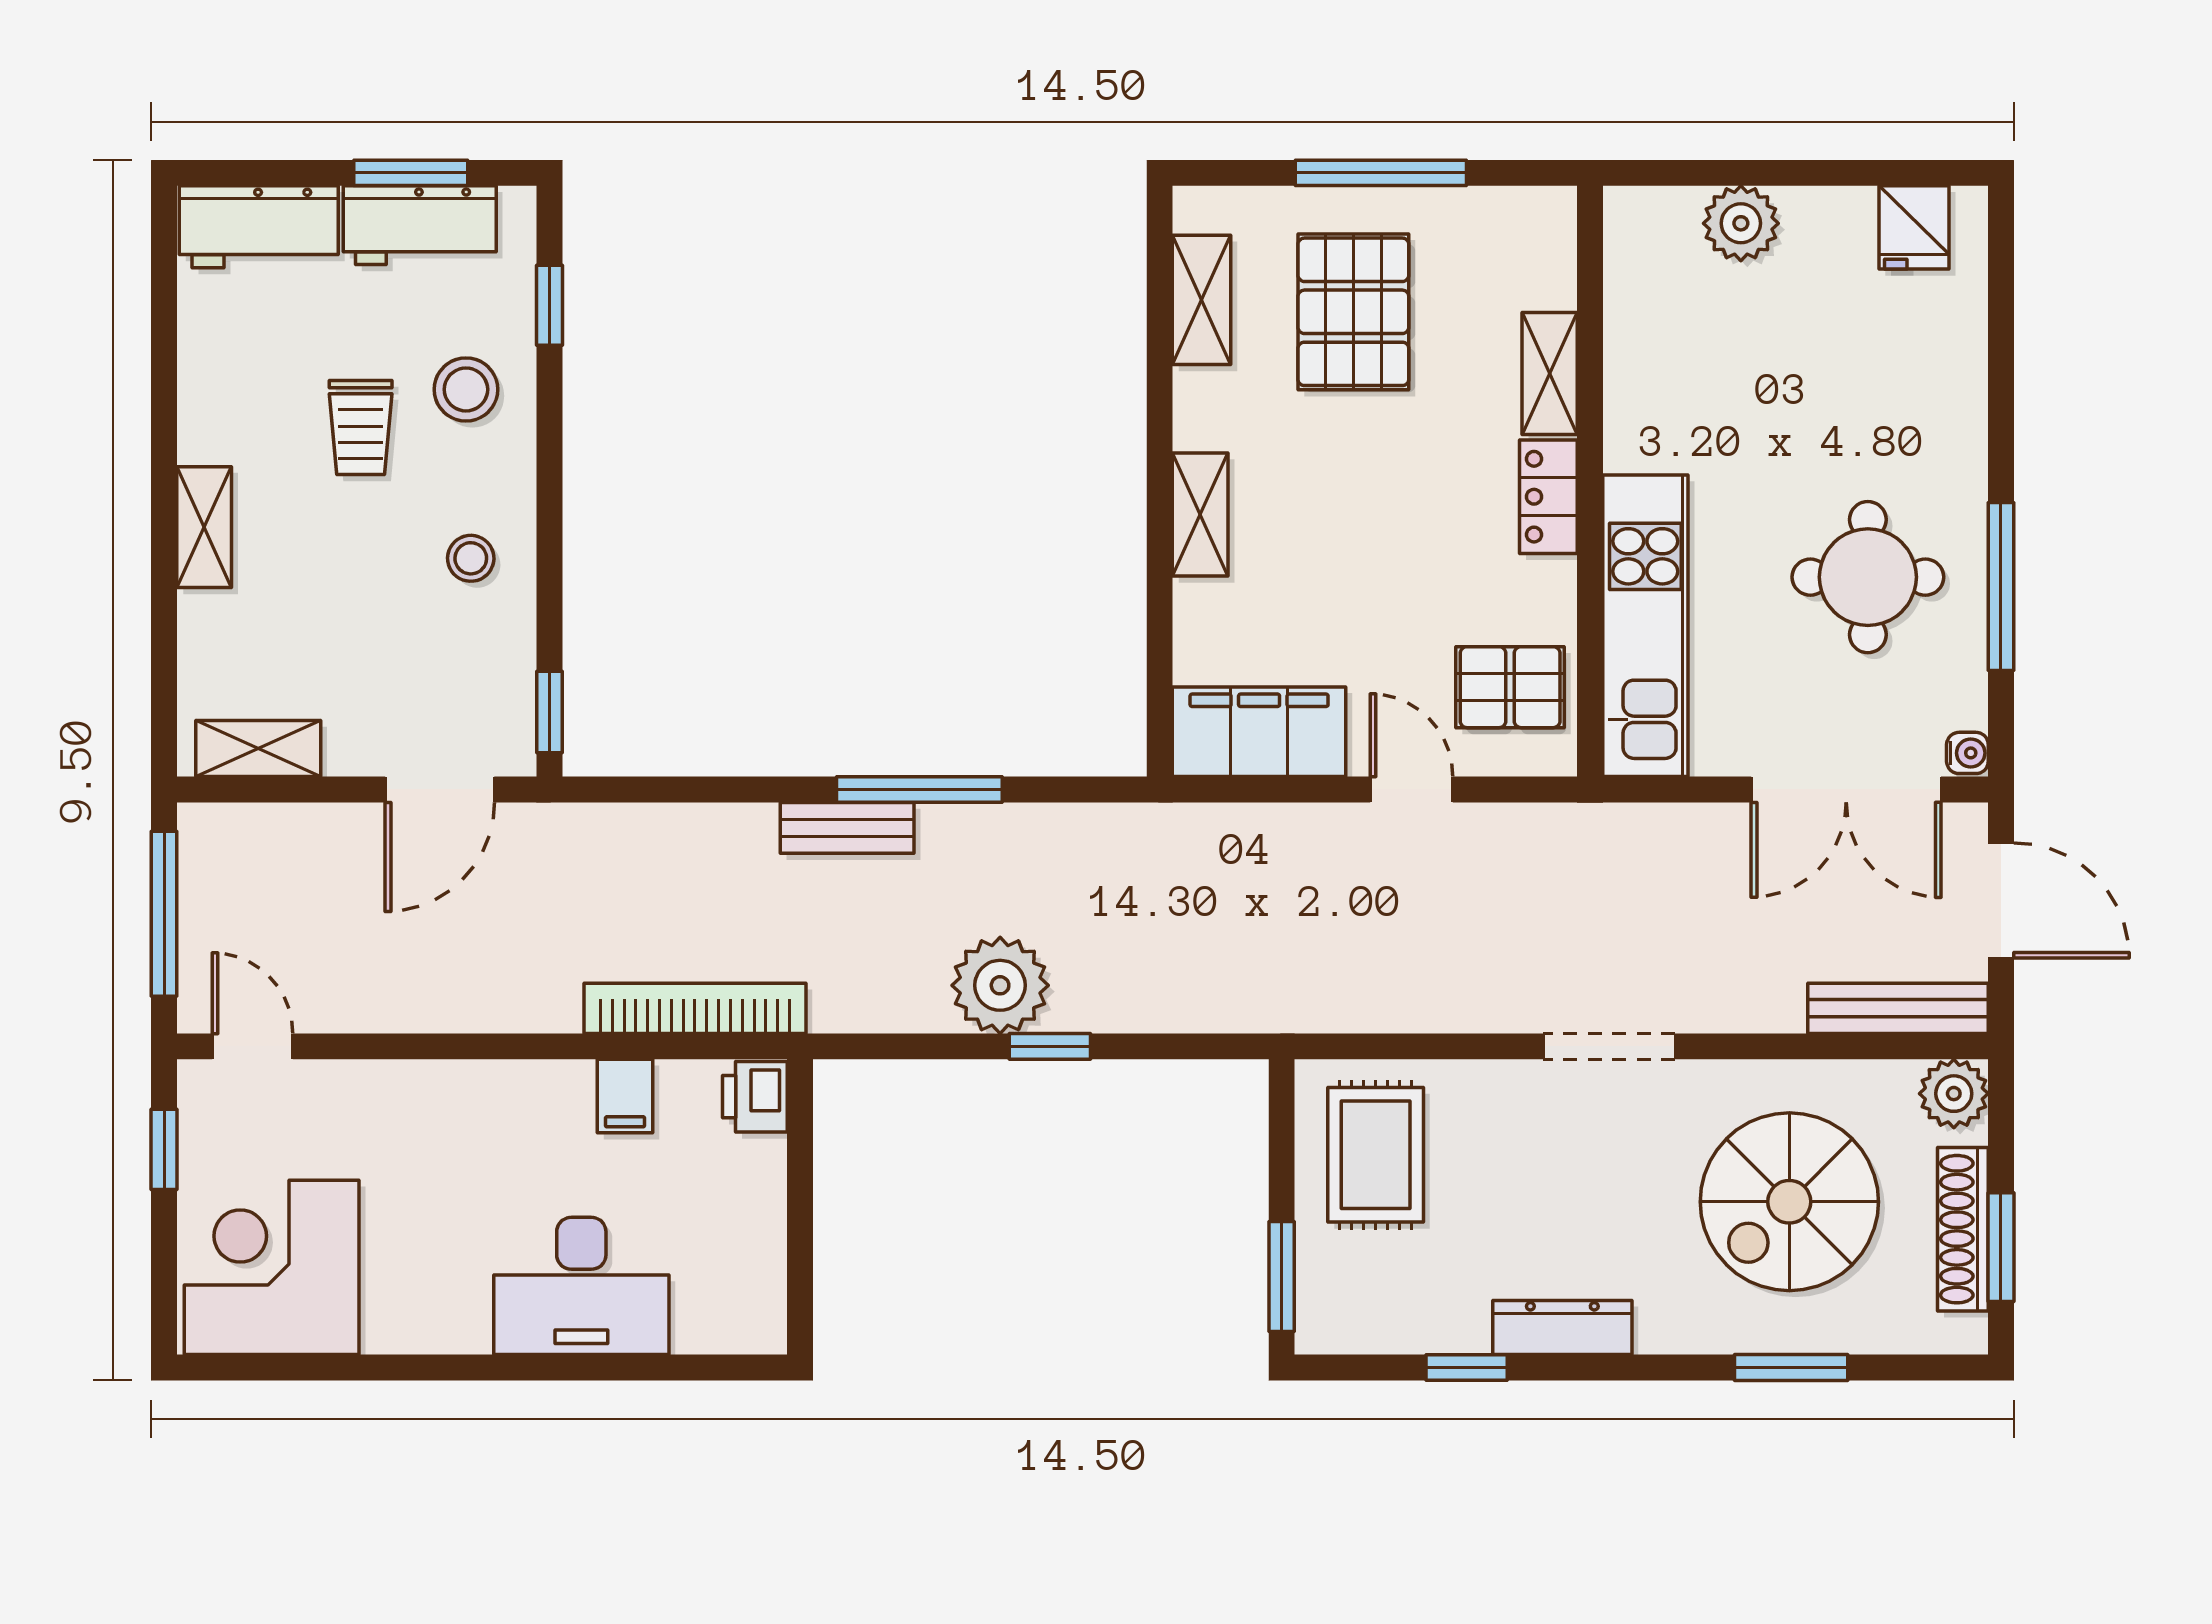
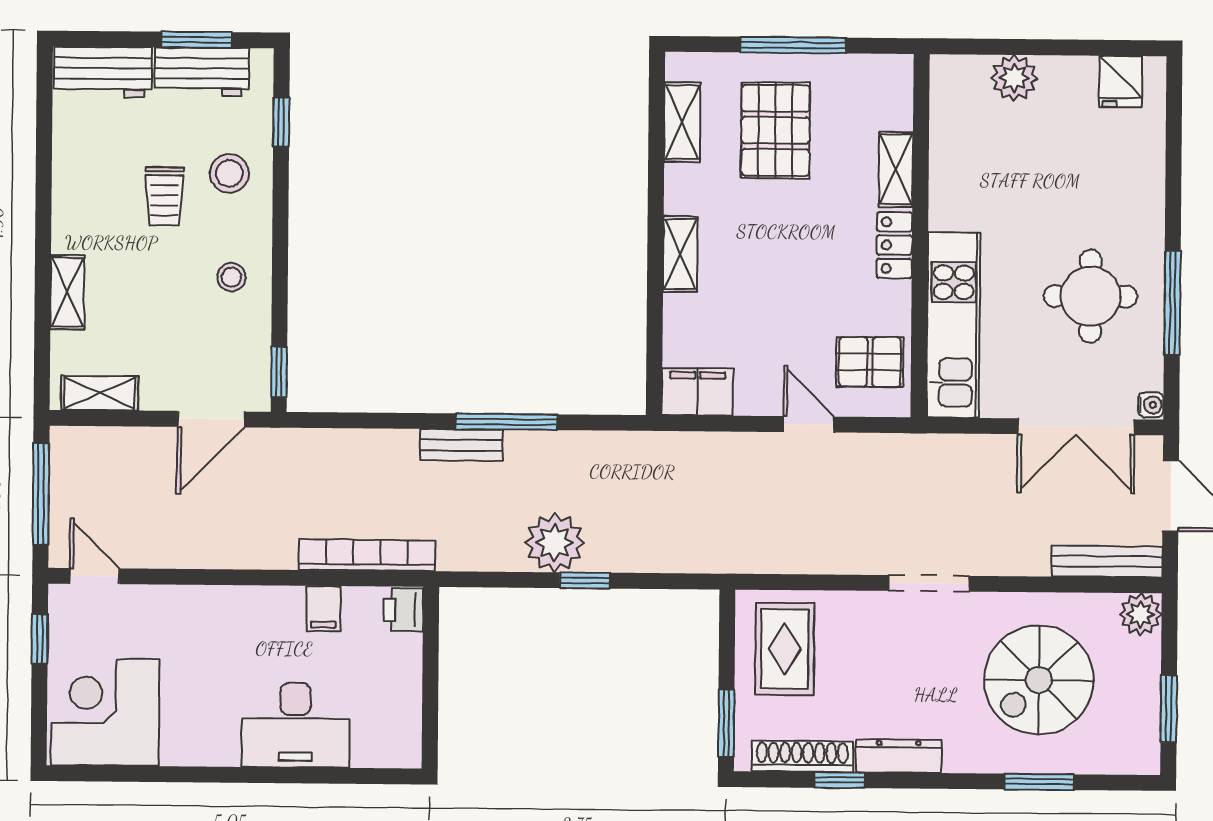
shelving: (204, 527) -> (67, 292), moved
filing cabinet: (1259, 732) -> (697, 392), width x0.67, depth x0.86
shoe rack: (1963, 1229) -> (802, 756), moved, turned 90

